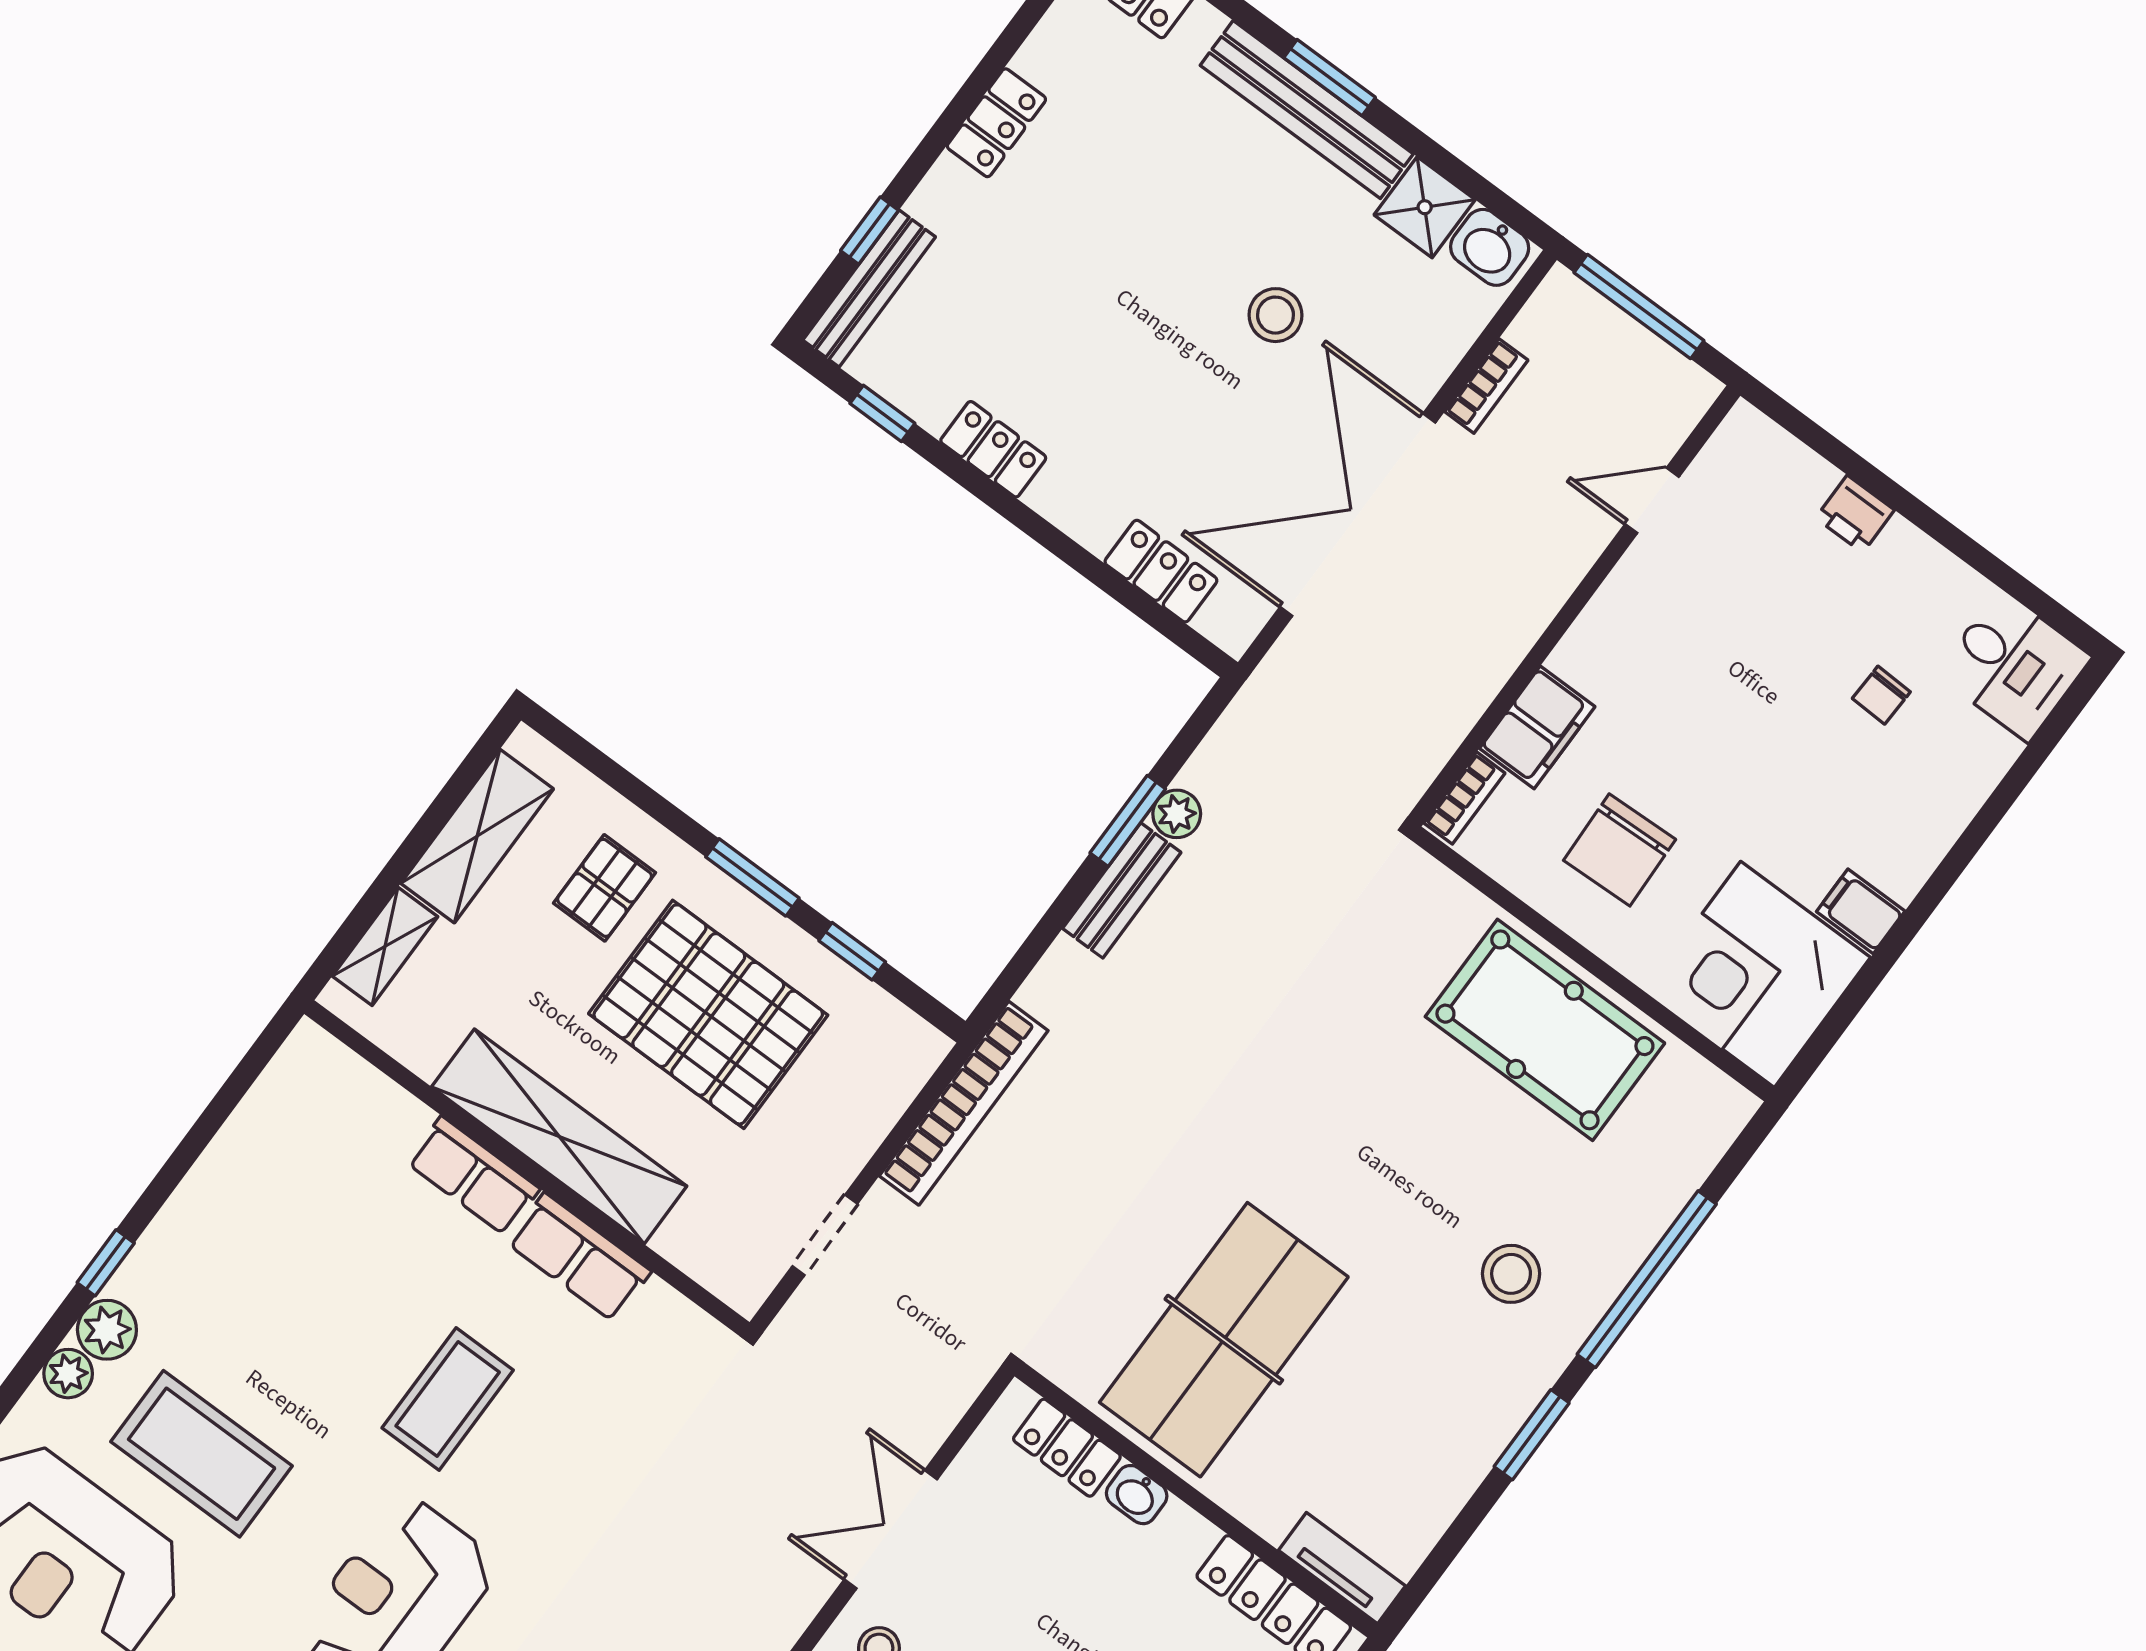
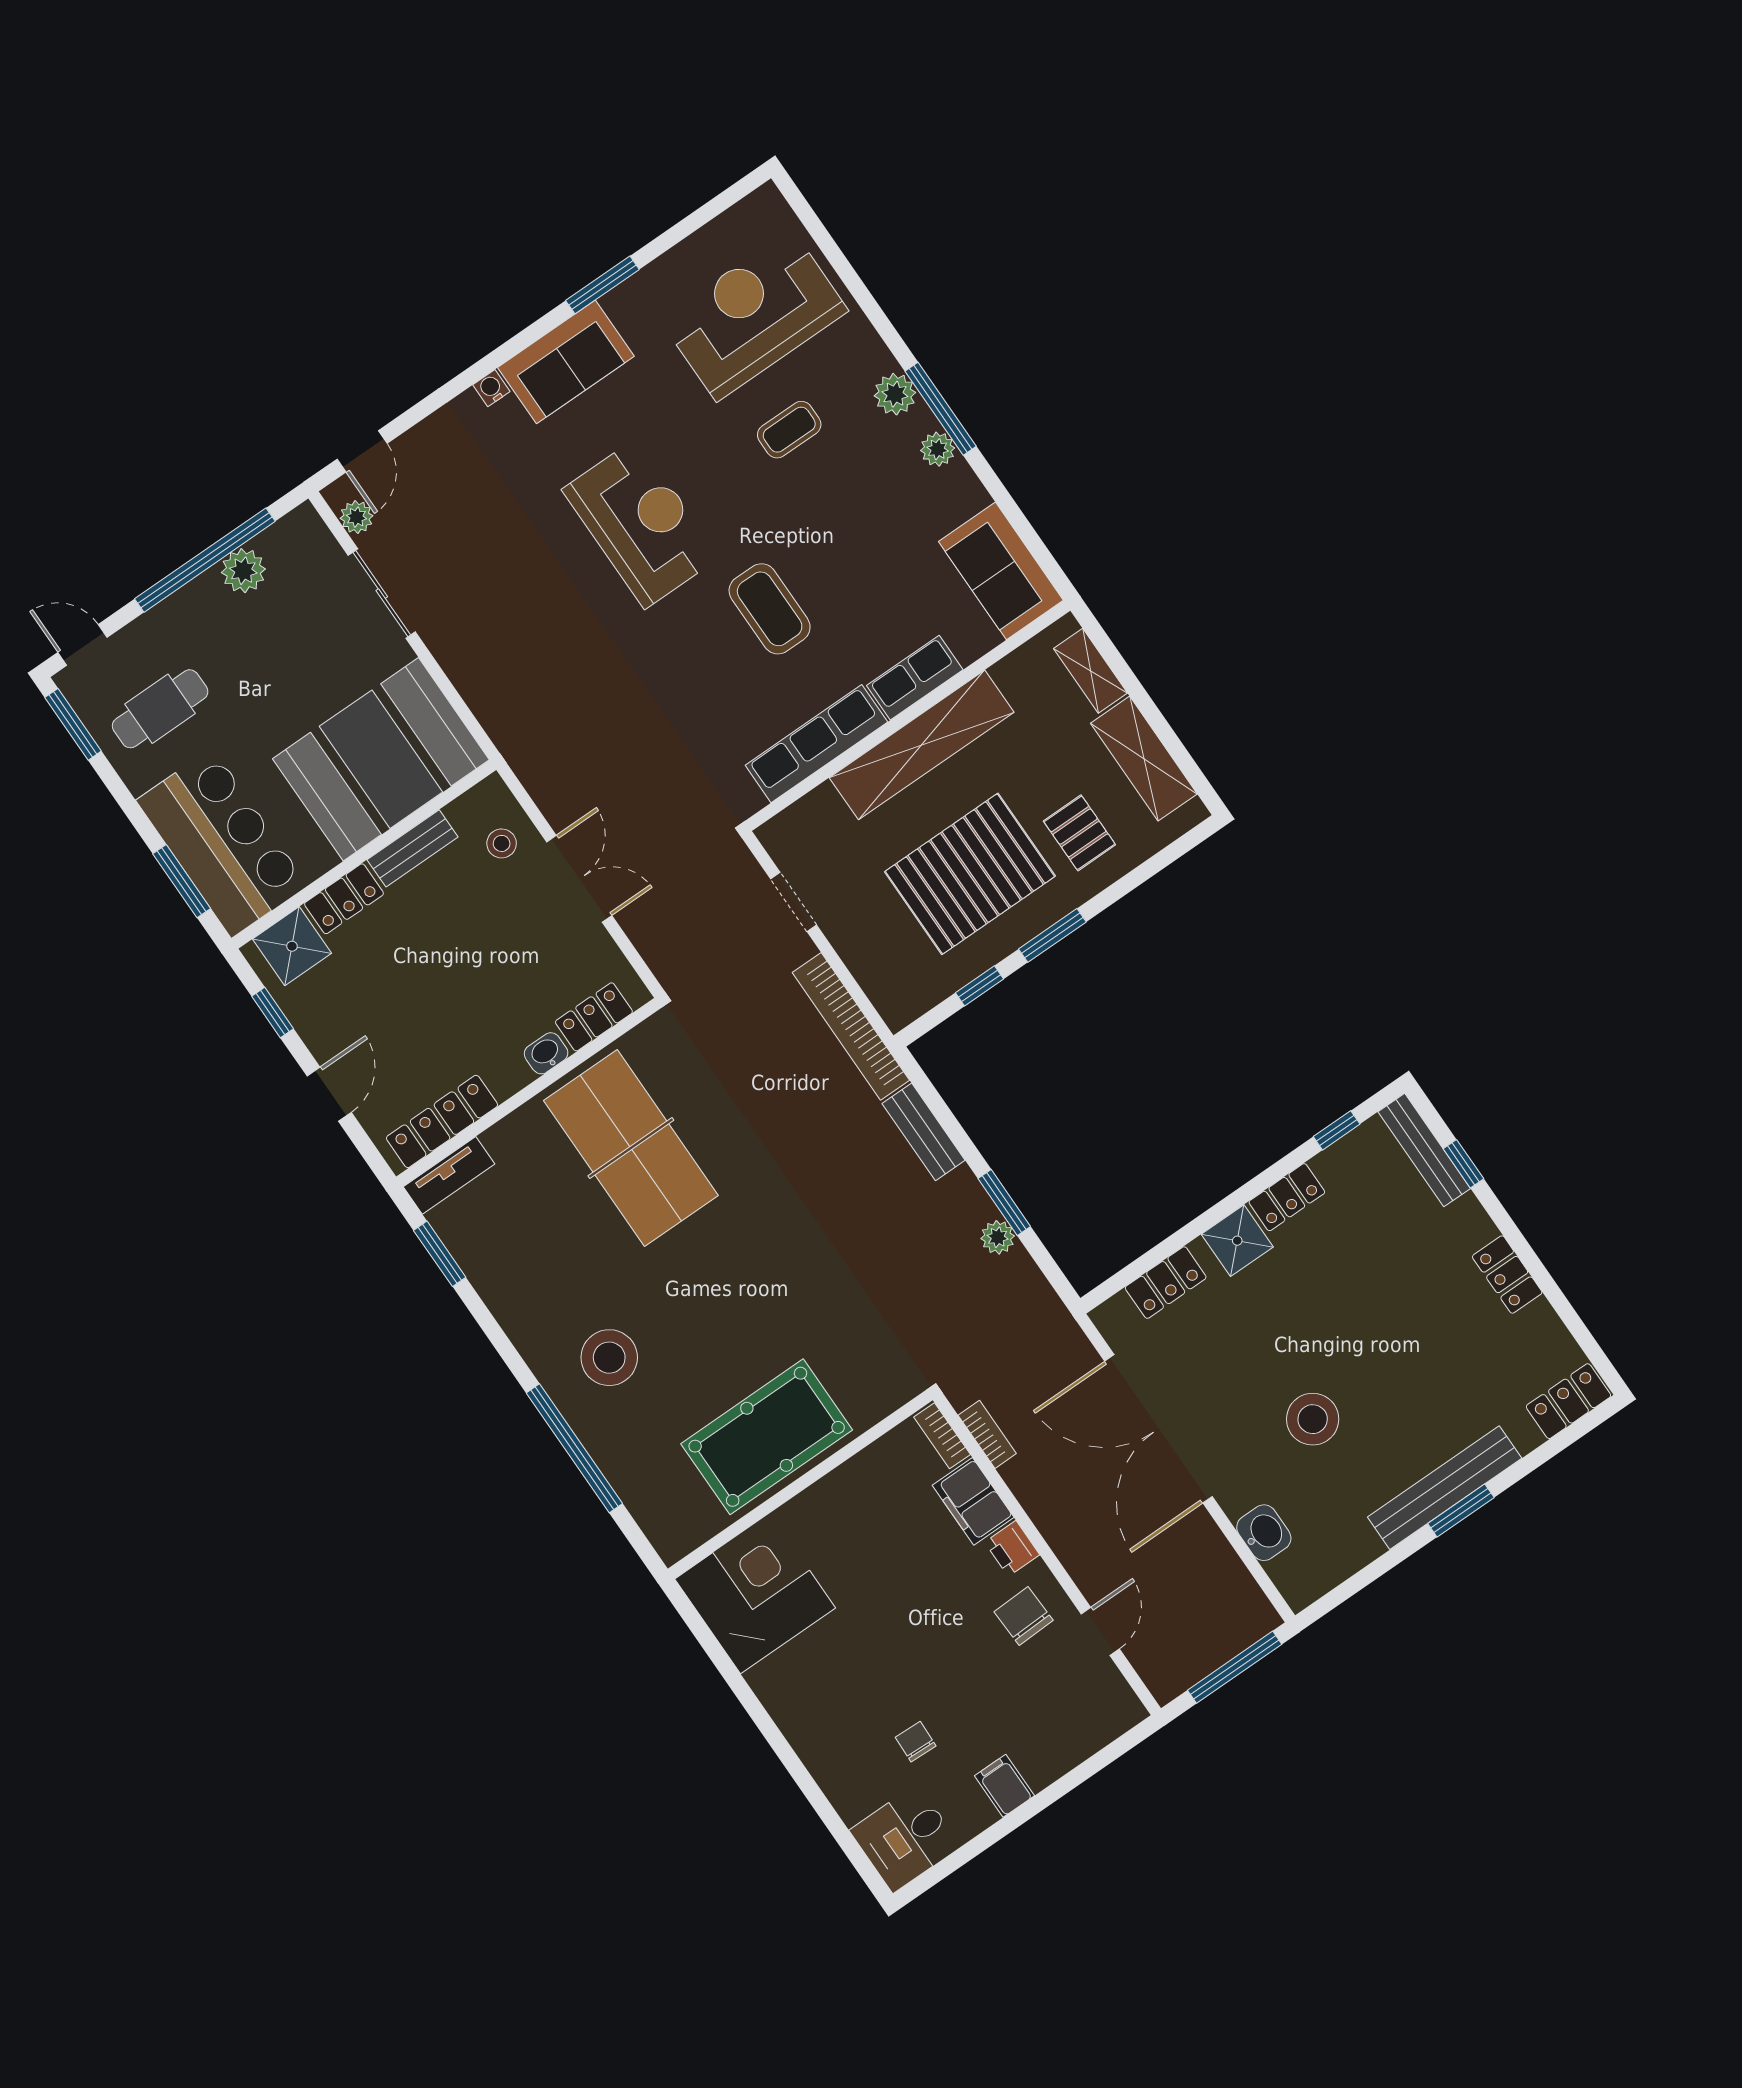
shower: (1425, 207) -> (1237, 1241), moved
washbasin: (1490, 247) -> (1264, 1533), moved, turned 90
stool: (1276, 315) -> (1313, 1419), width x1.38, depth x1.38
bookcase: (1486, 386) -> (987, 1434), moved, turned 180
printer: (1855, 514) -> (1012, 1548), moved, turned -90
double door: (1358, 515) -> (1158, 1429), swing flipped
chair: (1620, 850) -> (1024, 1616), moved, width x0.73, depth x0.73
bench: (1122, 890) -> (924, 1132), moved
filing cabinet: (1861, 911) -> (1004, 1786), moved, turned -90
sofa: (293, 1110) -> (1001, 571), added
row of seats: (579, 1257) -> (816, 744), width x1.48
window: (106, 1263) -> (941, 409), width x2.17
stool: (1511, 1274) -> (609, 1358), width x1.38, depth x1.38
plant: (68, 1374) -> (938, 449), moved
window: (1532, 1435) -> (440, 1254), moved
coffee table: (202, 1454) -> (789, 430), width x0.54, depth x0.58

